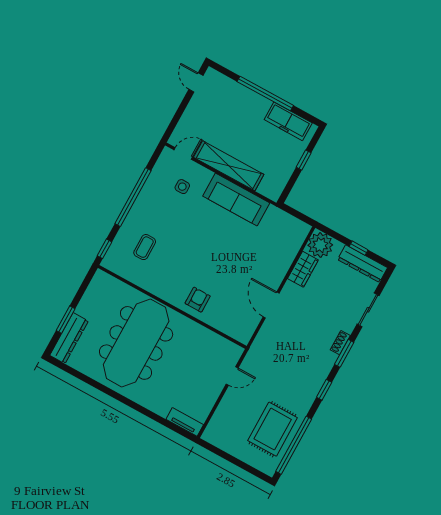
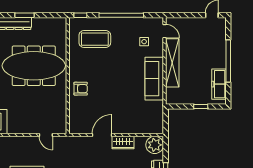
coffee table: (145, 247) -> (95, 39), width x1.86, depth x1.72
wardrobe: (303, 269) -> (123, 142), moved

